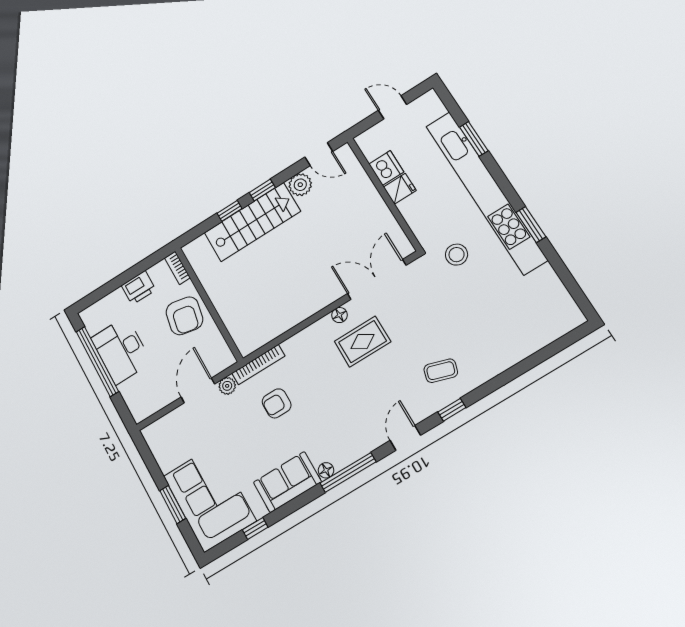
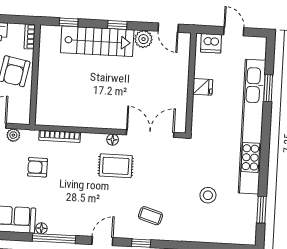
dishwasher: (386, 168) -> (211, 43), moved, turned 90
window: (229, 211) -> (69, 22), moved
window: (531, 225) -> (262, 210), moved
stool: (457, 255) -> (208, 195), moved
bookcase: (258, 365) -> (60, 136), moved

